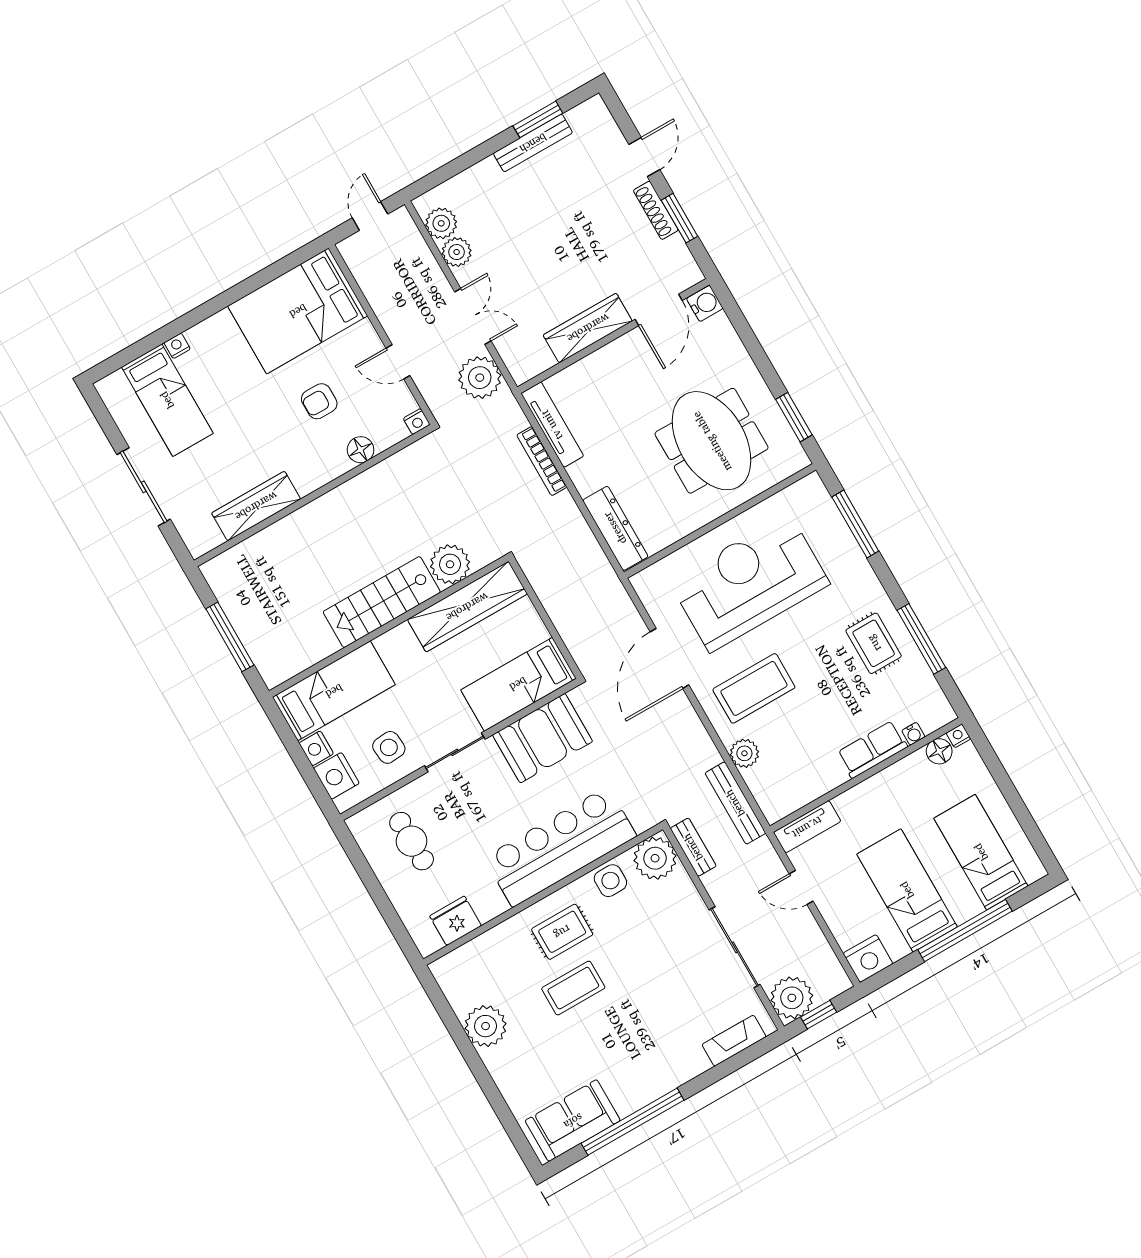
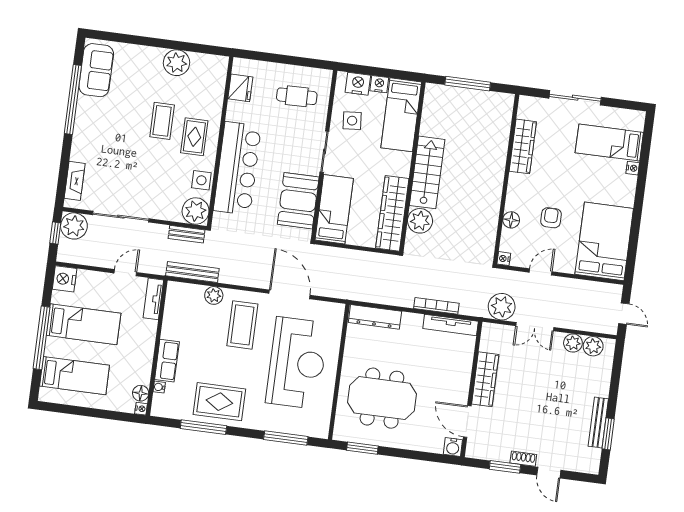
shoe rack: (656, 210) -> (523, 459), width x0.70
rug: (874, 643) -> (219, 402), width x1.36, depth x1.43

